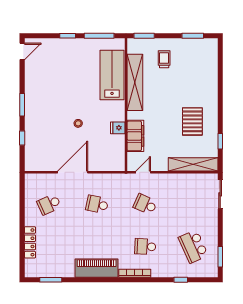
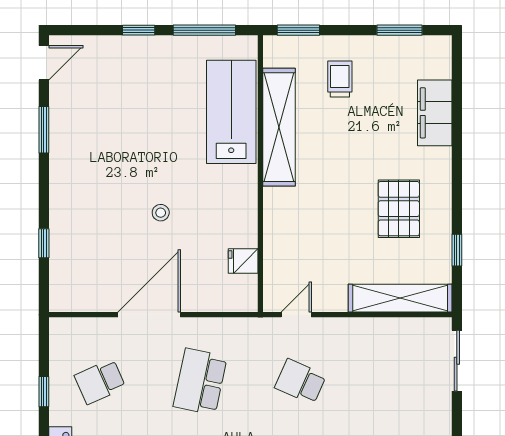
window: (22, 105) -> (44, 130), moved
fridge: (118, 128) -> (243, 261), moved
filing cabinet: (135, 136) -> (435, 113), moved, turned 180
school desk: (97, 204) -> (200, 382), width x1.85
window: (22, 209) -> (44, 392), added

